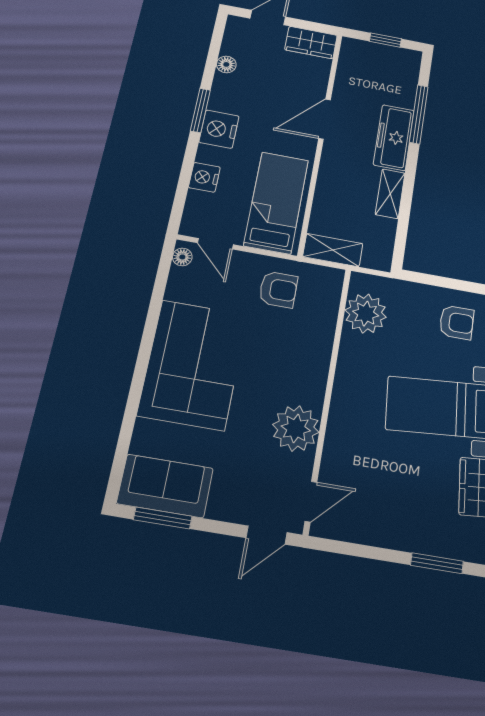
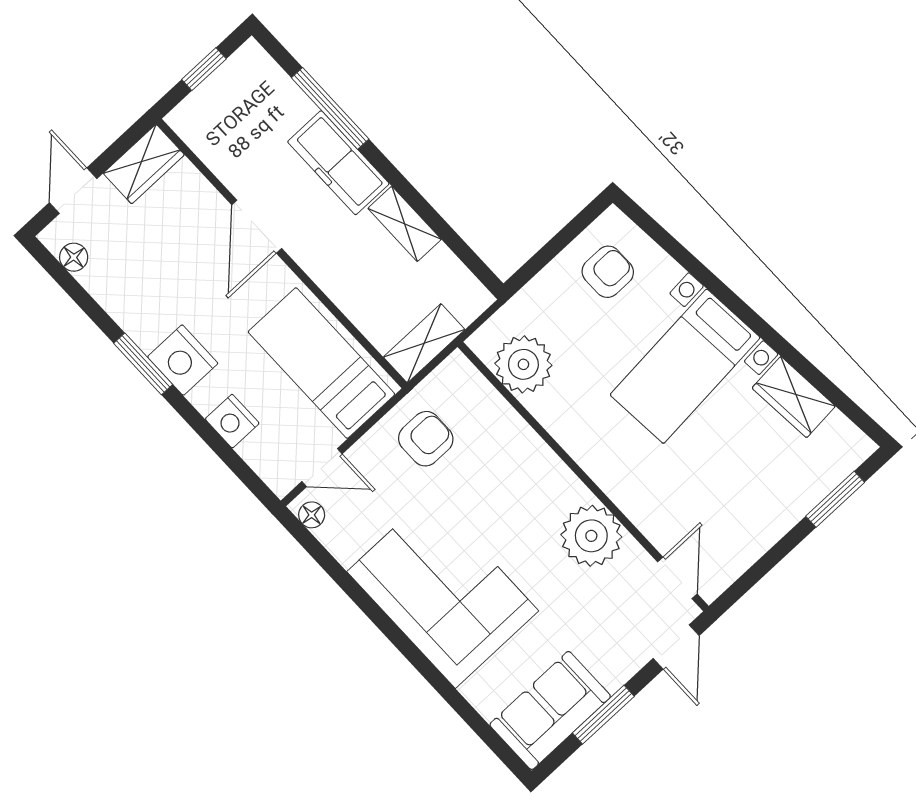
floor lamp: (226, 64) -> (74, 257), moved
window: (163, 518) -> (603, 715), moved

